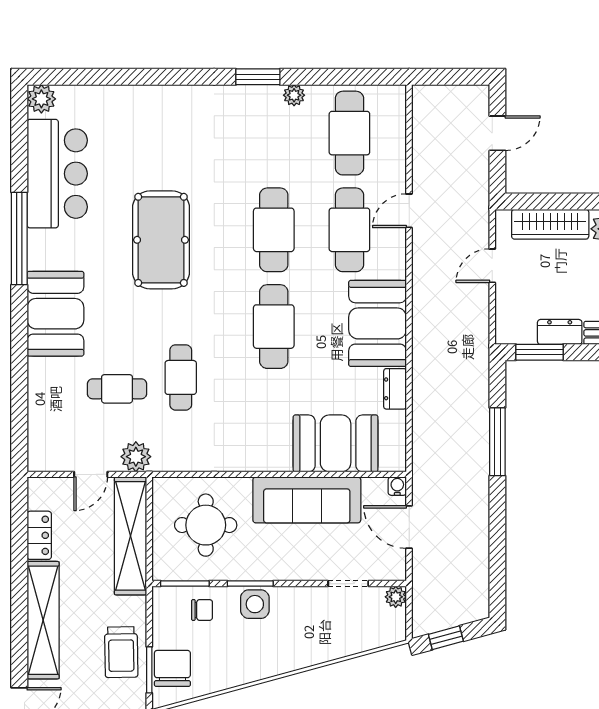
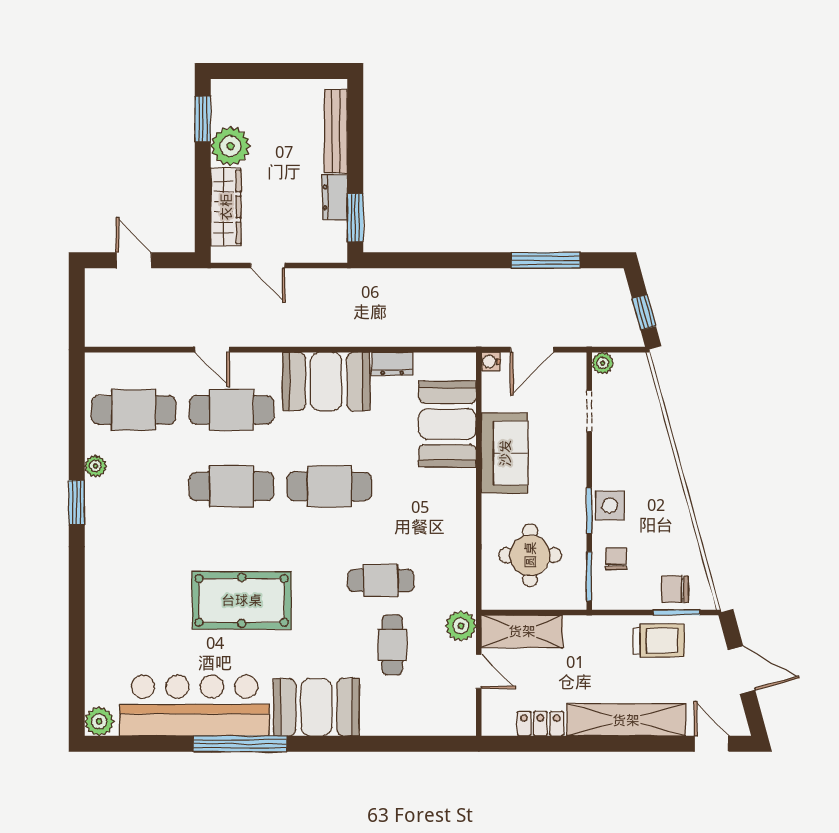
bar counter: (57, 174) -> (195, 705), width x1.36
window: (497, 442) -> (546, 260), moved
sofa: (307, 500) -> (505, 453), width x0.73
shelving: (130, 536) -> (522, 631), width x0.68
chair: (172, 668) -> (675, 589), width x0.73, depth x0.73

